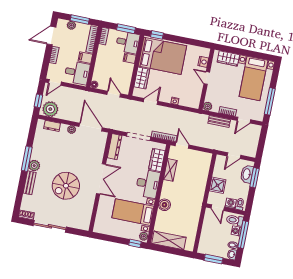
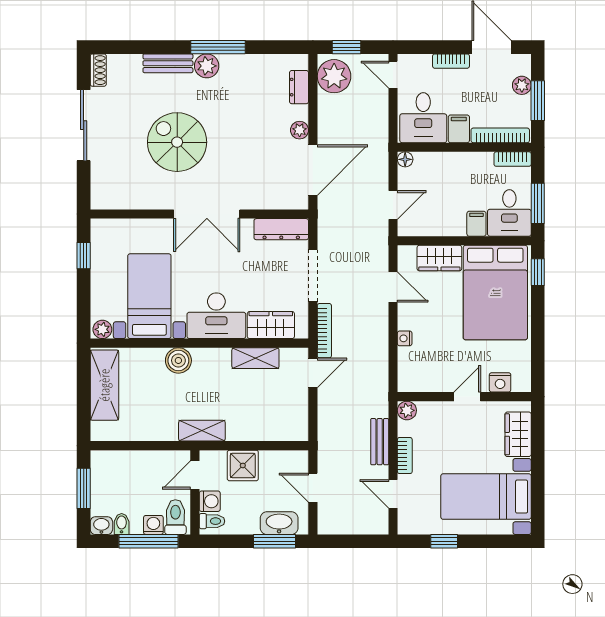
window: (270, 101) -> (444, 541), width x0.46
shelving: (198, 201) -> (202, 431), added
window: (135, 243) -> (84, 256), moved

